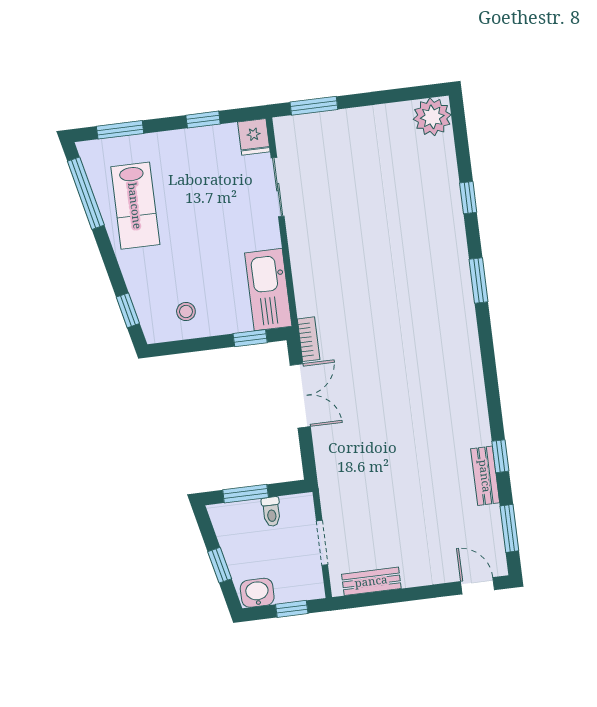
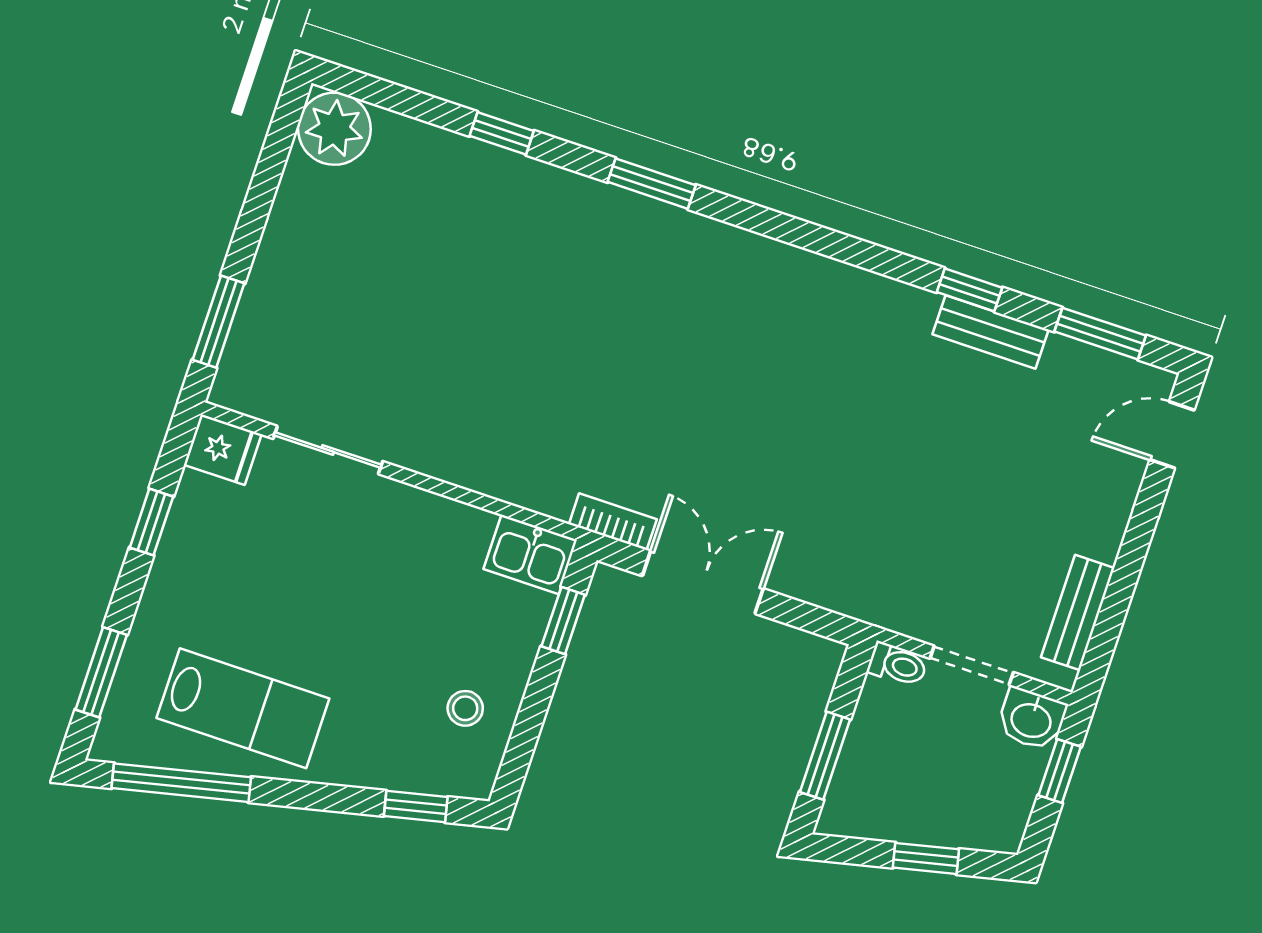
kitchen sink: (268, 290) -> (530, 554), width x0.53, depth x0.81
toilet: (271, 512) -> (897, 665), moved
washbasin: (257, 593) -> (1031, 719), moved, turned -90

